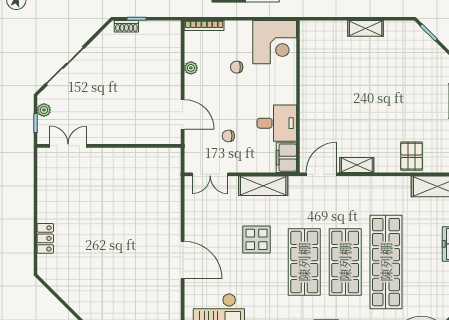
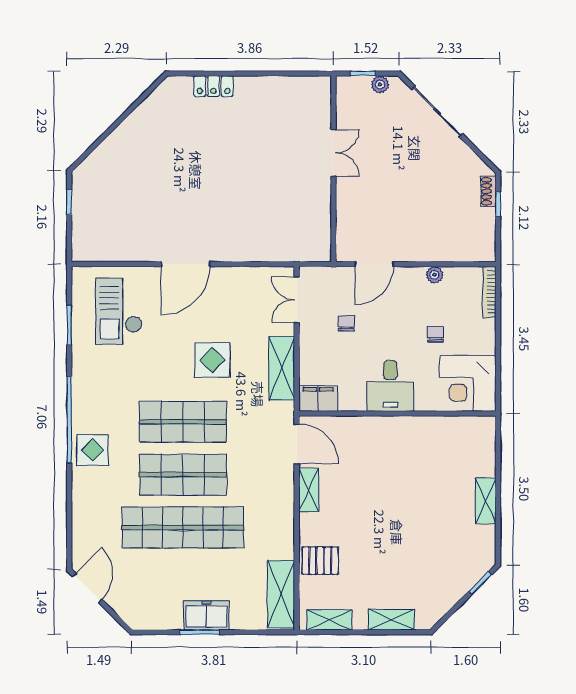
desk: (277, 123) -> (390, 386), moved
double door: (68, 146) -> (333, 153), moved

